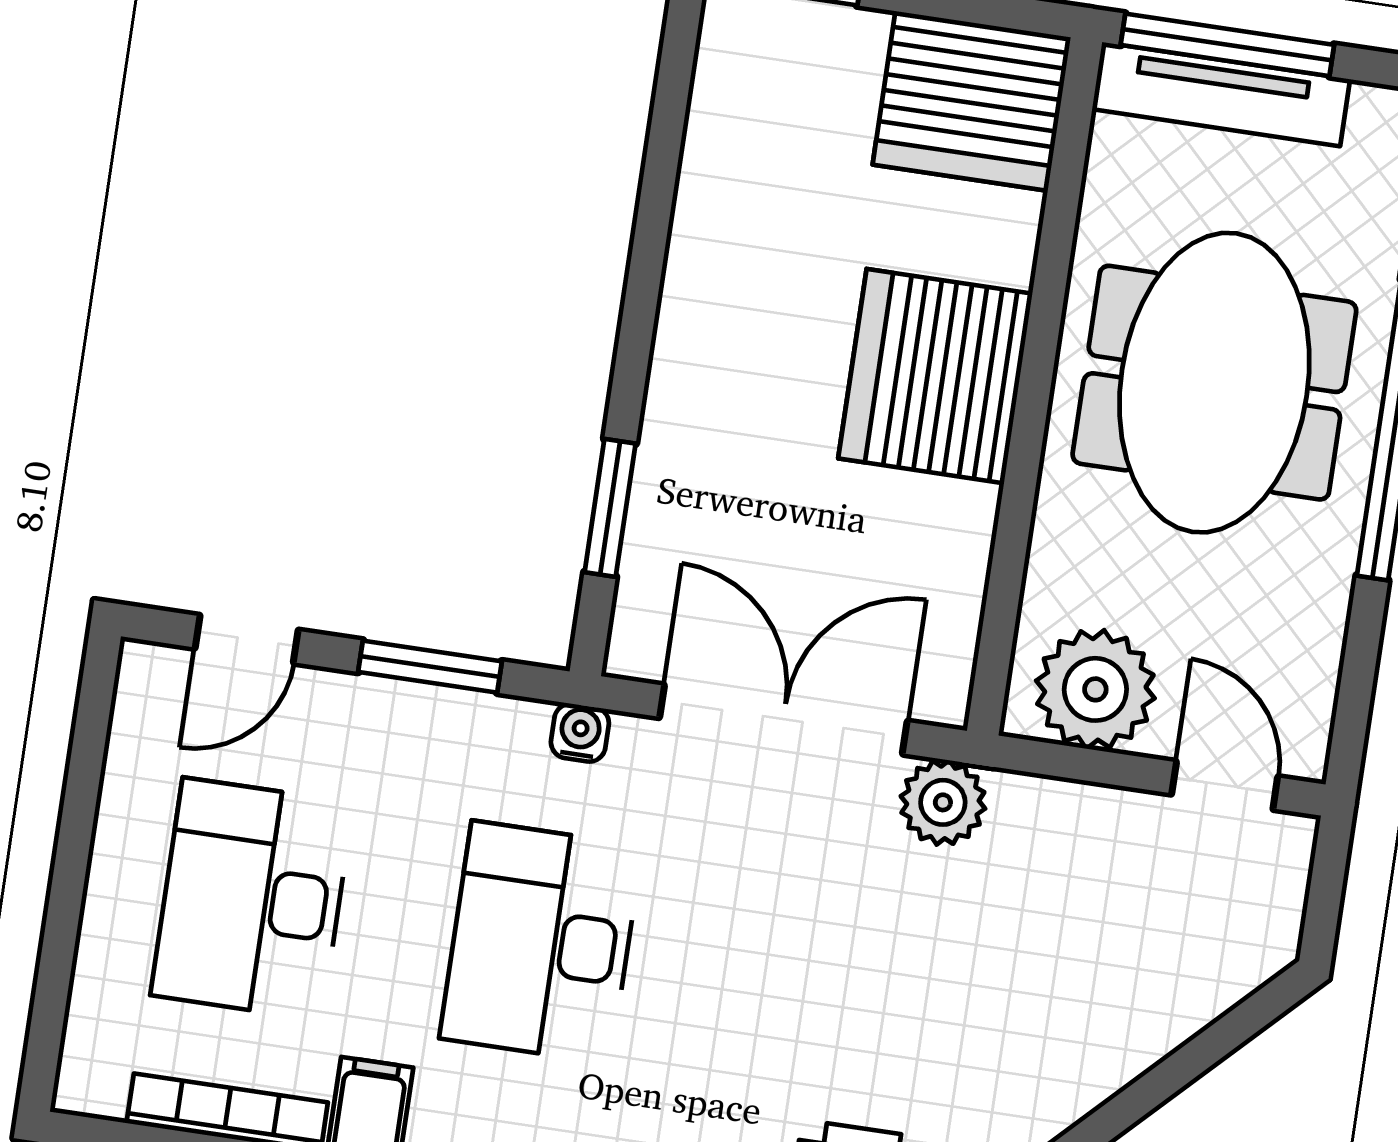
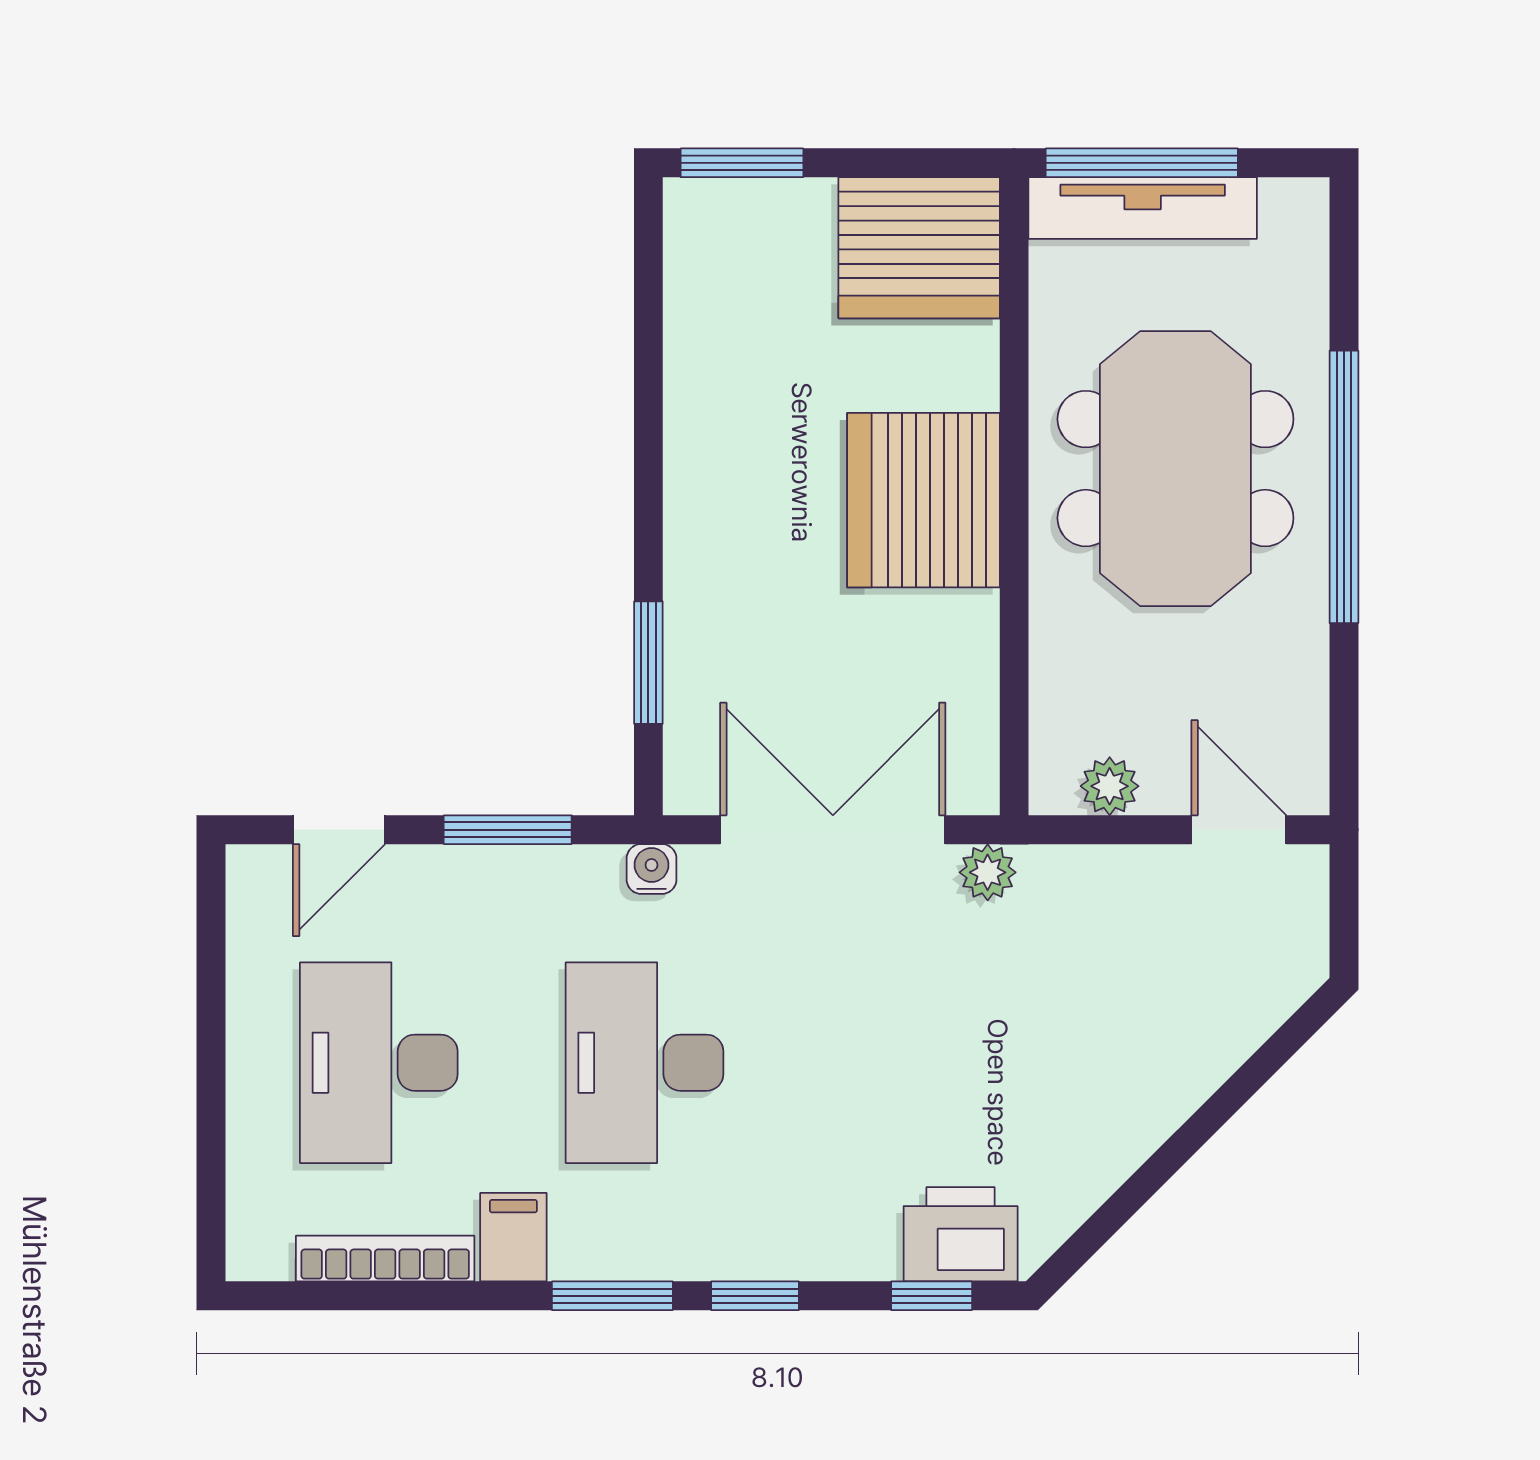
plant: (1095, 689) -> (1110, 786), width x0.53, depth x0.53
plant: (943, 802) -> (988, 872), width x0.73, depth x0.73

